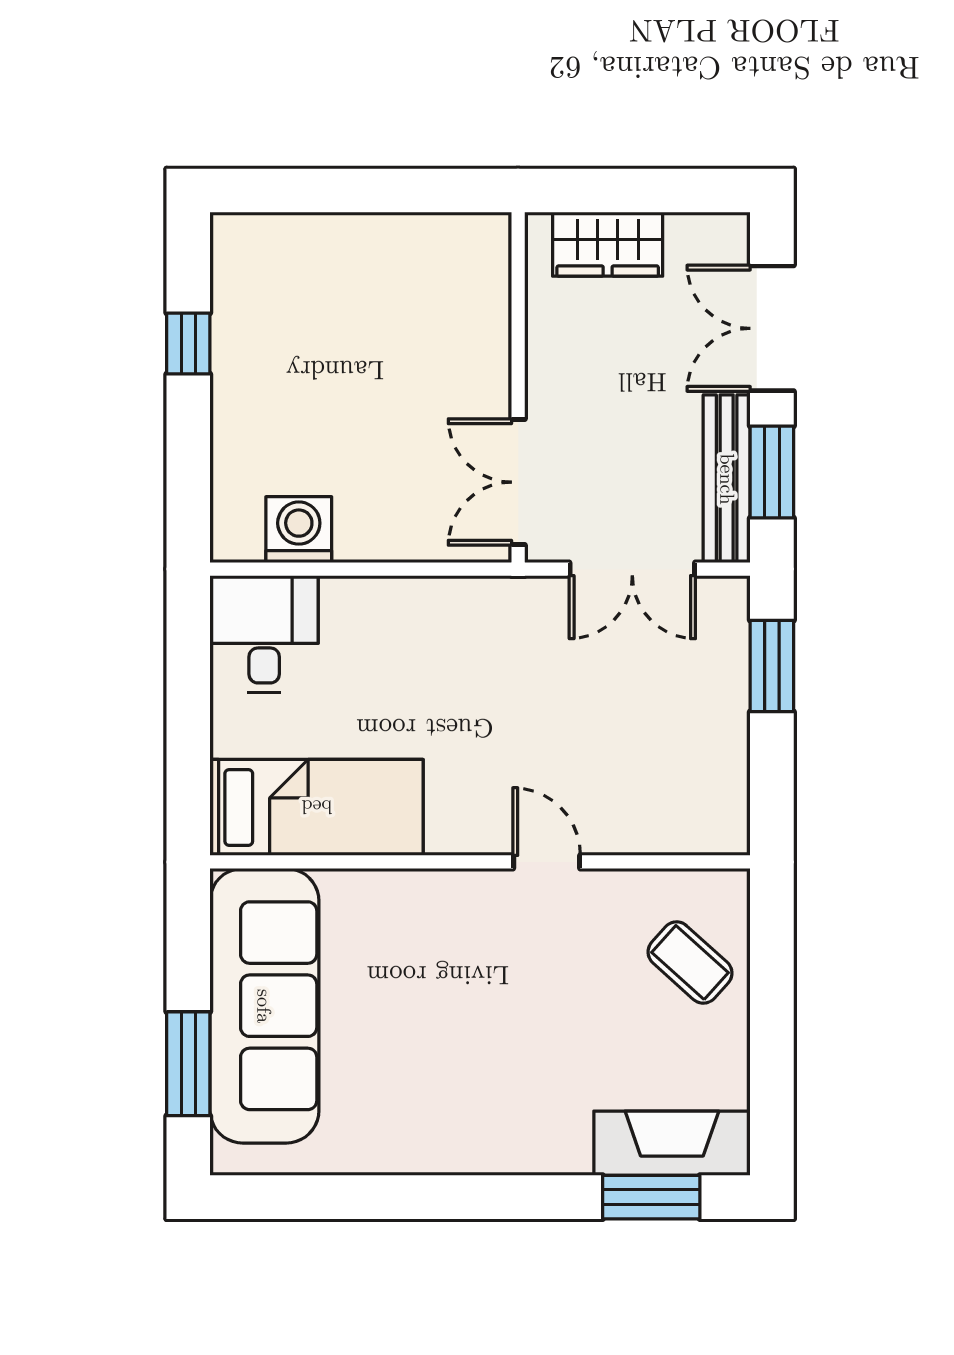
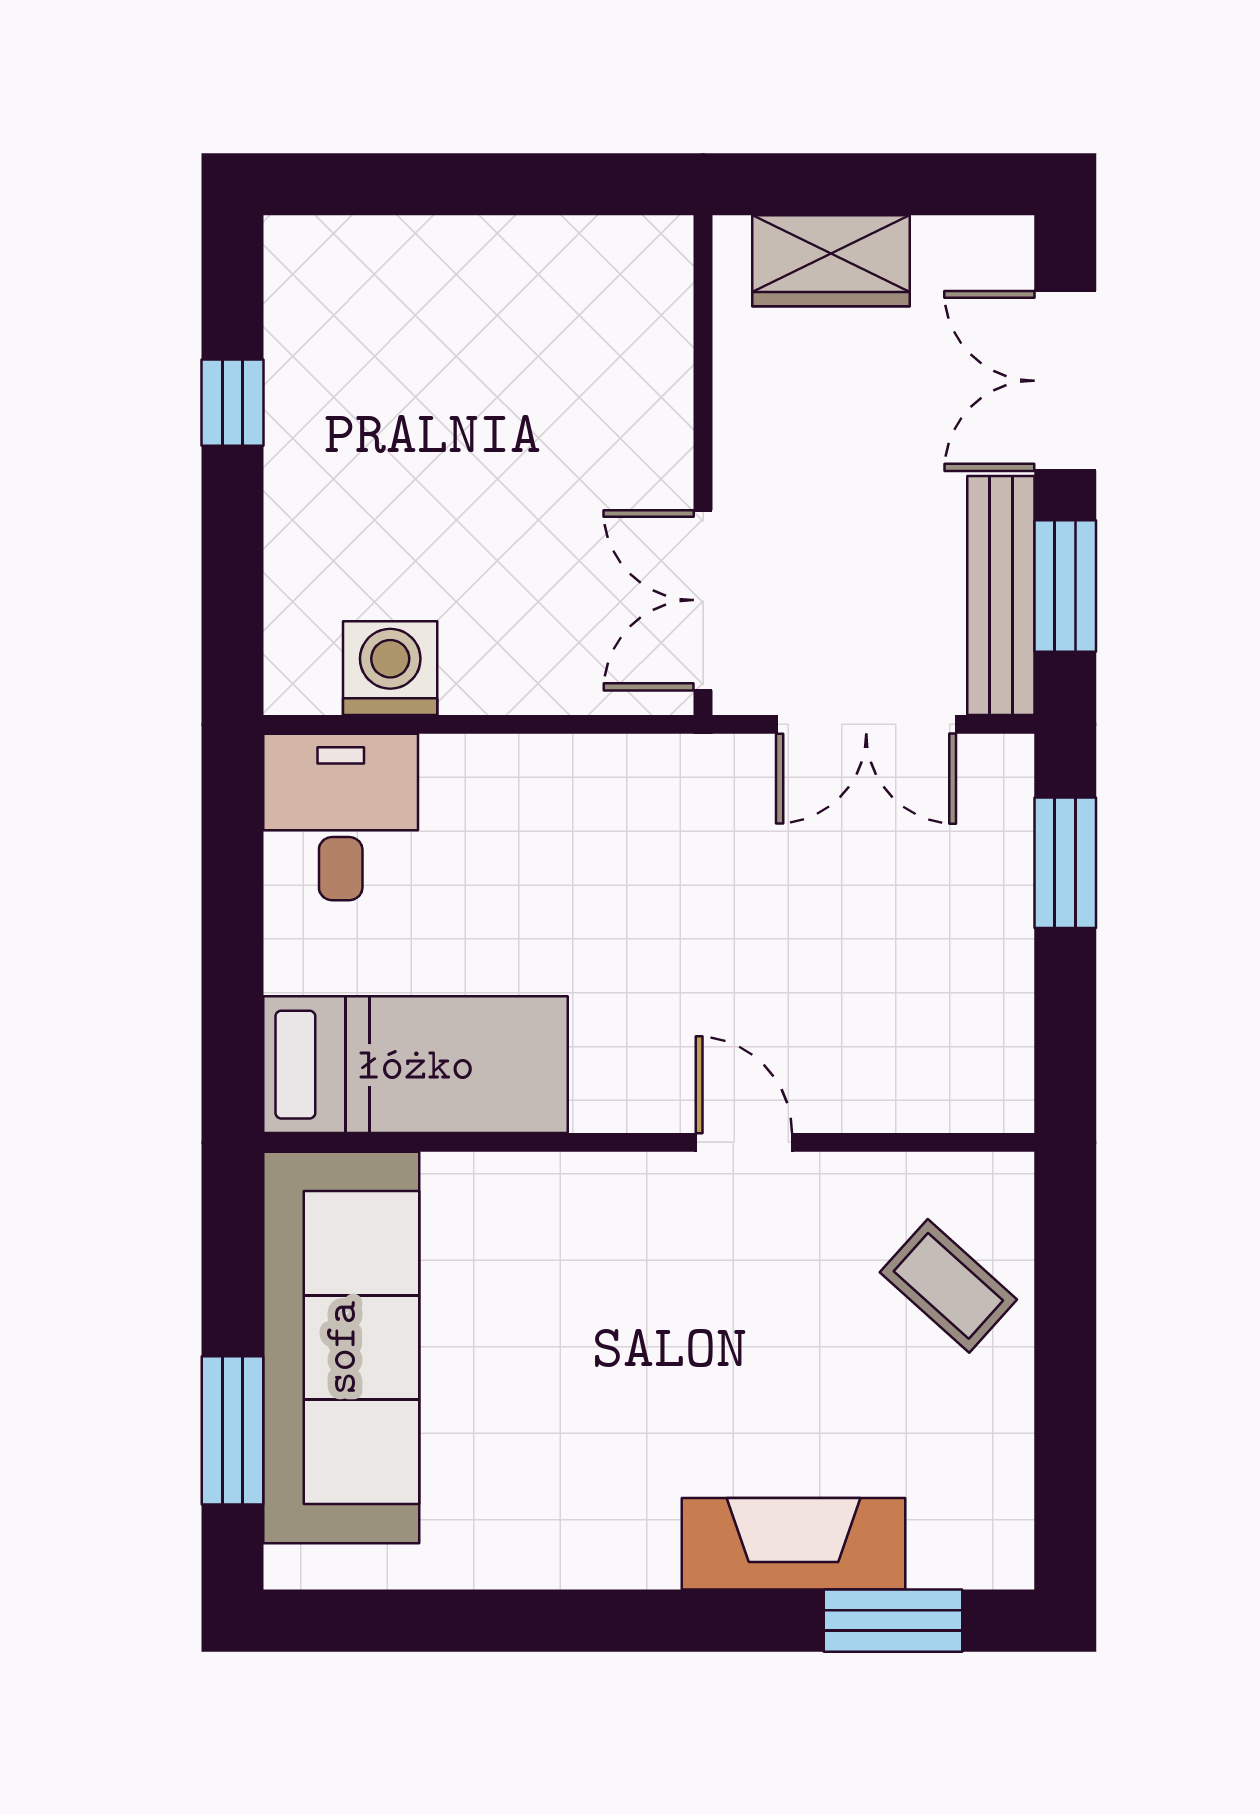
fireplace: (672, 1143) -> (793, 1544), moved

